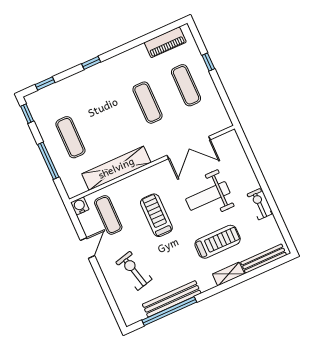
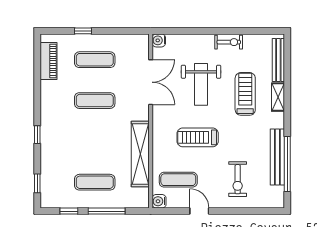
window: (27, 114) -> (69, 211), moved
water cooler: (231, 137) -> (159, 40), added
exercise bike: (259, 204) -> (229, 42), turned 180
exercise bike: (134, 271) -> (238, 179), turned -76

